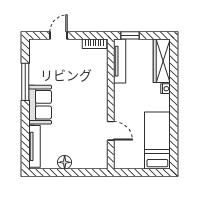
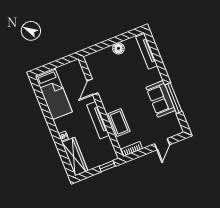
tv unit: (120, 61) -> (98, 120), moved
coffee table: (97, 79) -> (119, 123), added
sofa: (40, 105) -> (160, 99), moved
door: (111, 131) -> (92, 87), hinge flipped

